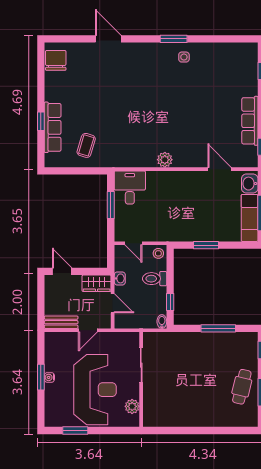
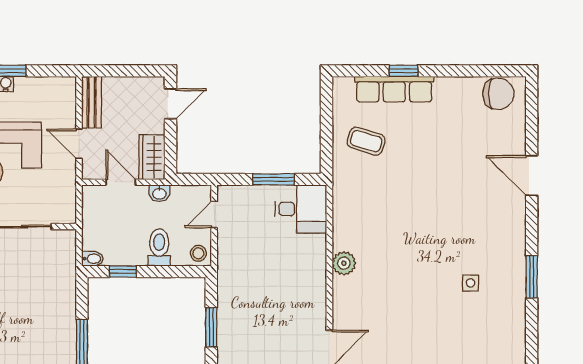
door: (108, 39) -> (532, 176), swing flipped
side table: (184, 57) -> (470, 283), moved
door: (113, 303) -> (121, 182), swing flipped

